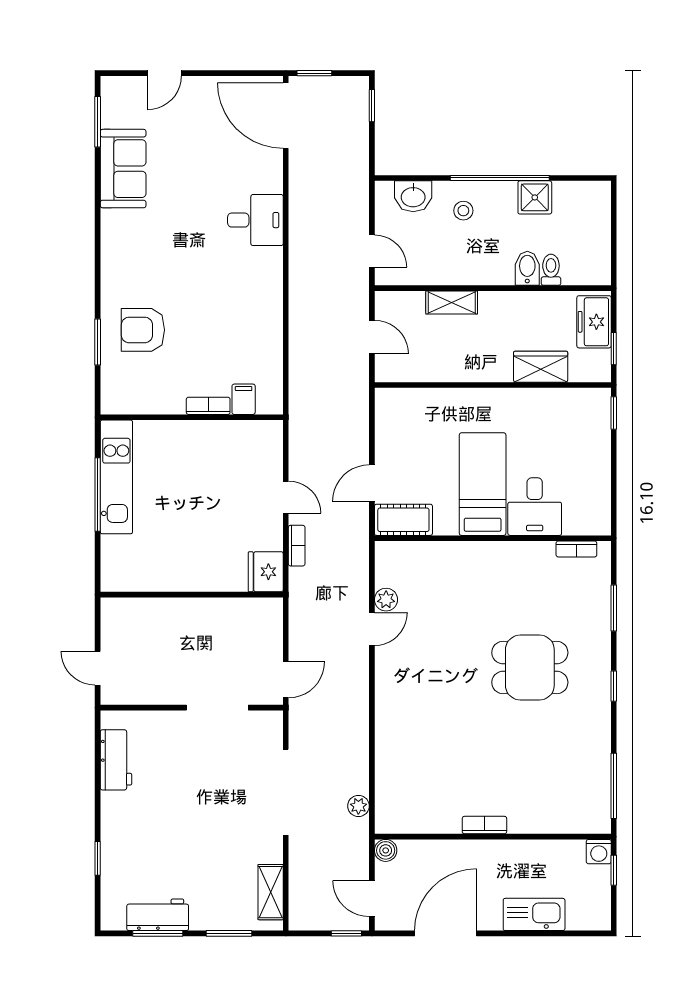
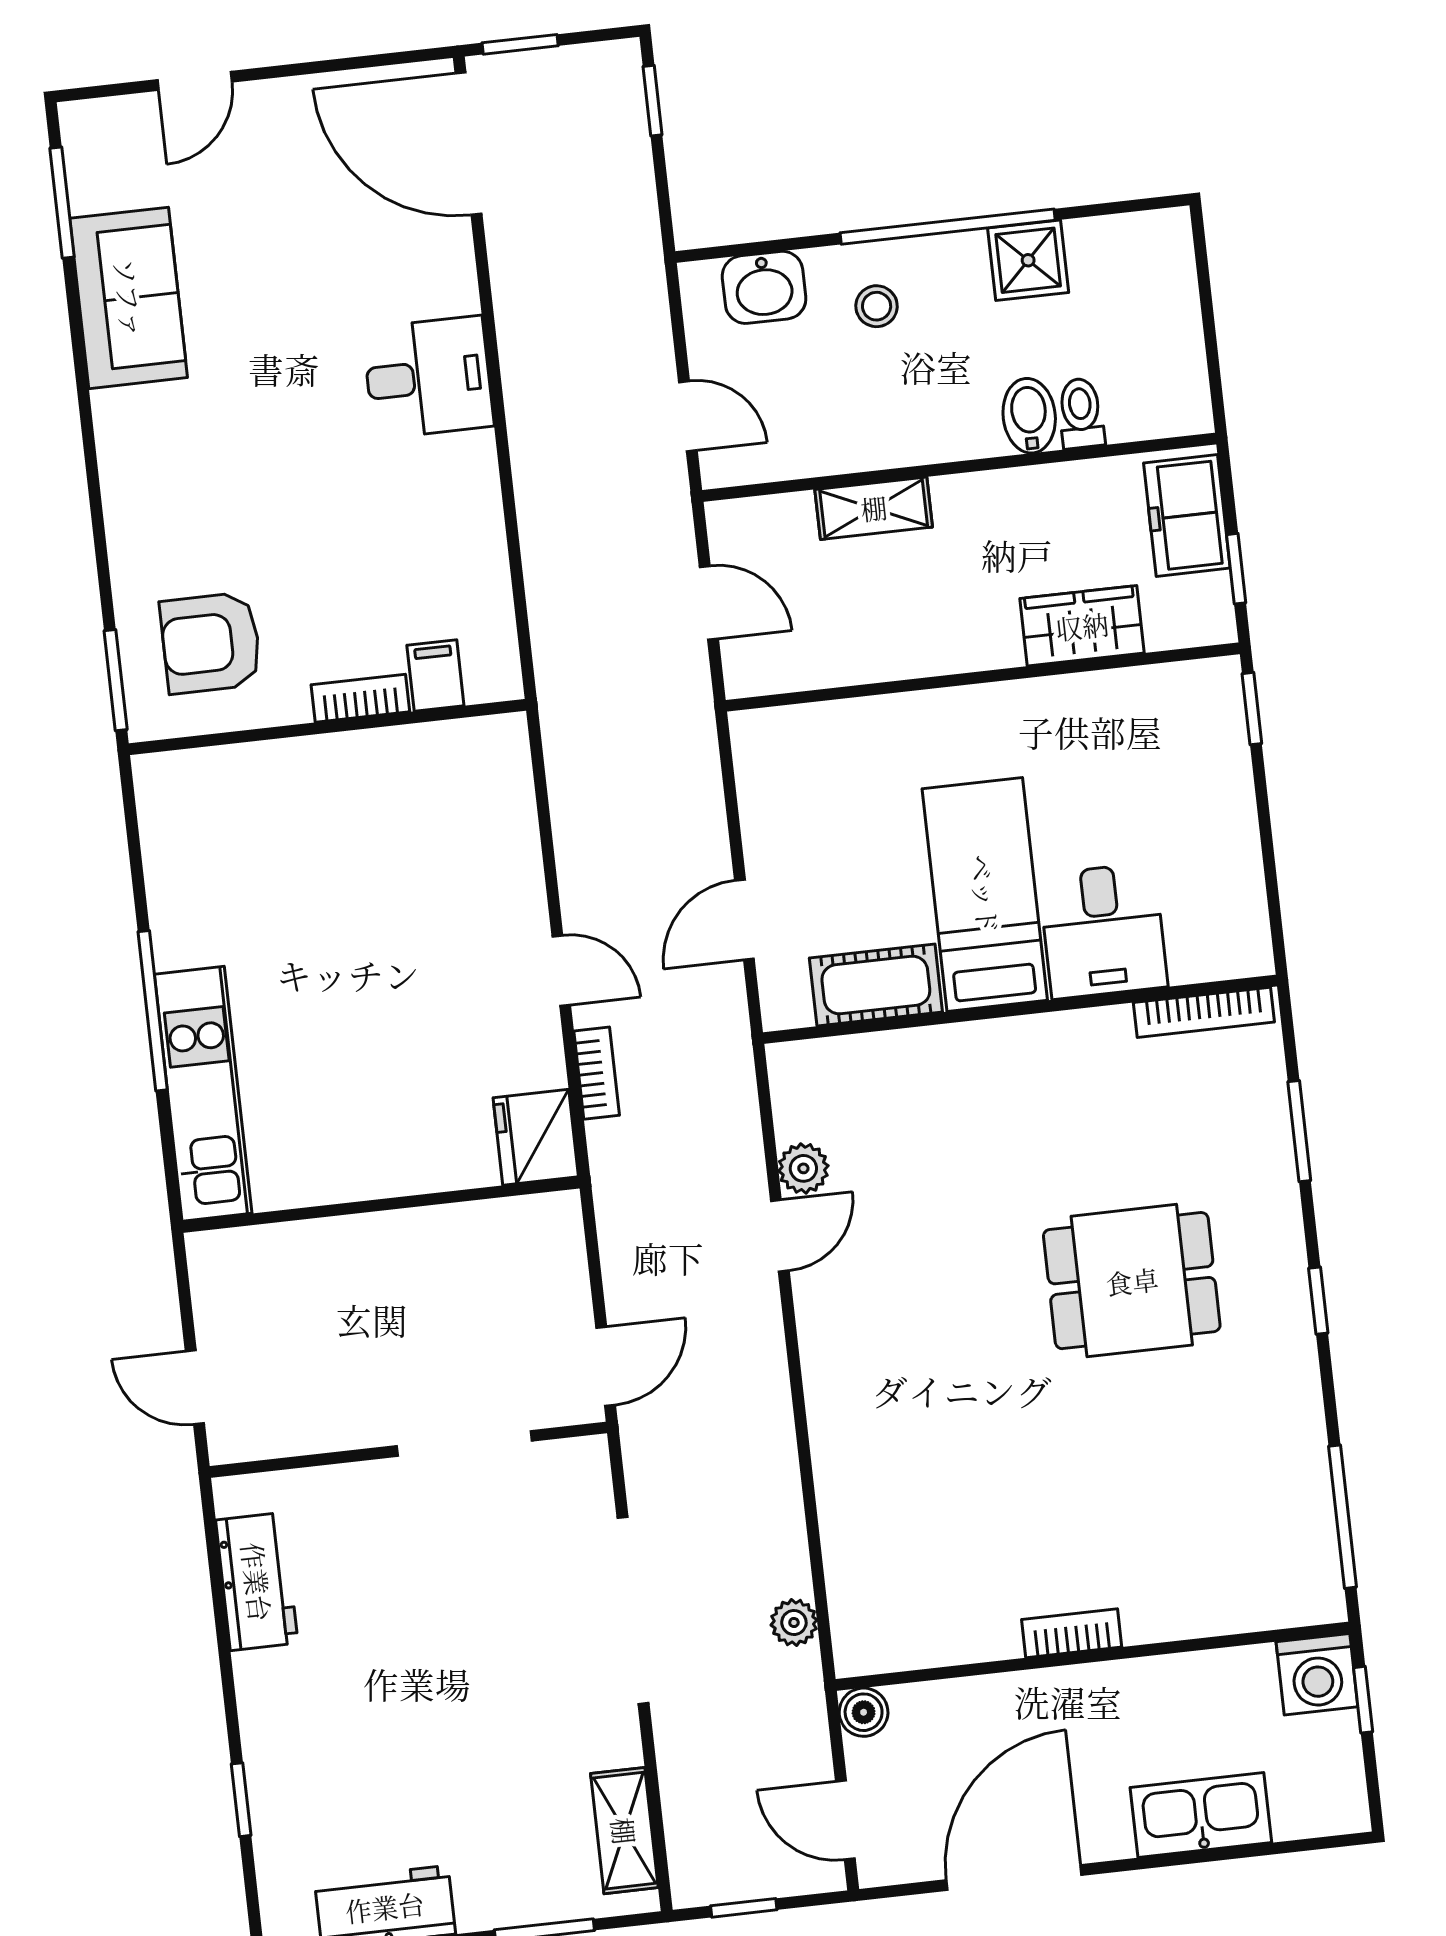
filing cabinet: (244, 399) -> (435, 675), moved
bookcase: (208, 406) -> (360, 698), moved
wall: (192, 417) -> (327, 727), moved
kitchen unit: (116, 477) -> (203, 1094), moved
cot: (403, 520) -> (876, 985), moved
bookcase: (576, 549) -> (1204, 1012), width x1.56
washing machine: (599, 852) -> (1317, 1674), width x1.38, depth x1.38
window: (346, 933) -> (744, 1908), moved

